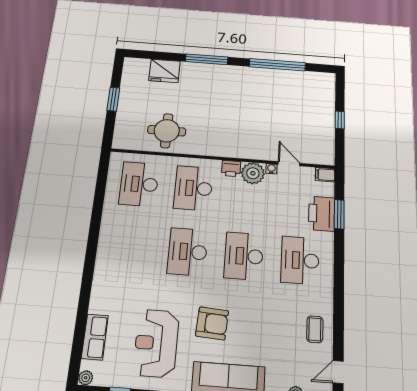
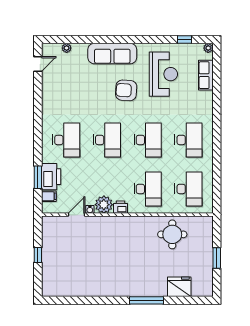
window: (277, 65) -> (89, 300), removed
door: (289, 164) -> (77, 215), swing flipped
filing cabinet: (325, 175) -> (49, 196), moved
desk: (131, 247) -> (188, 140), added
coffee table: (315, 329) -> (54, 92), removed

